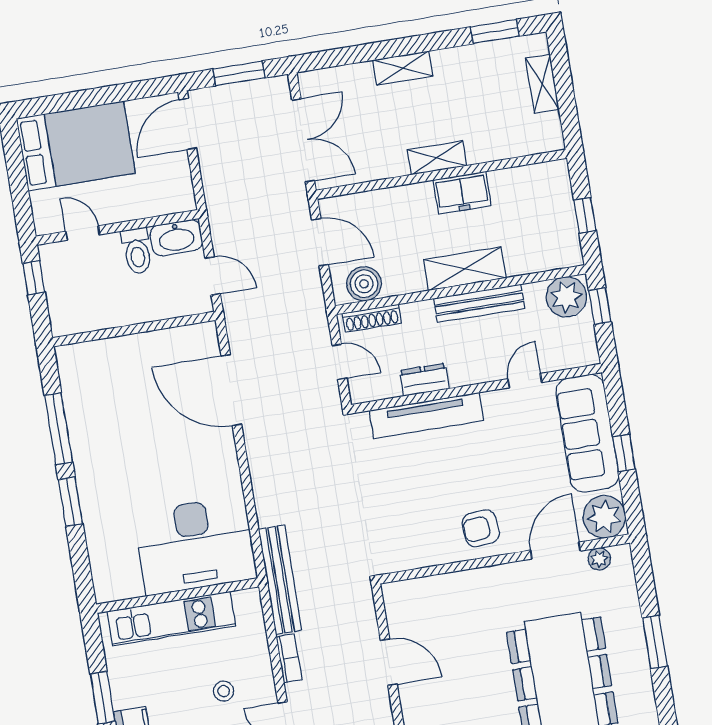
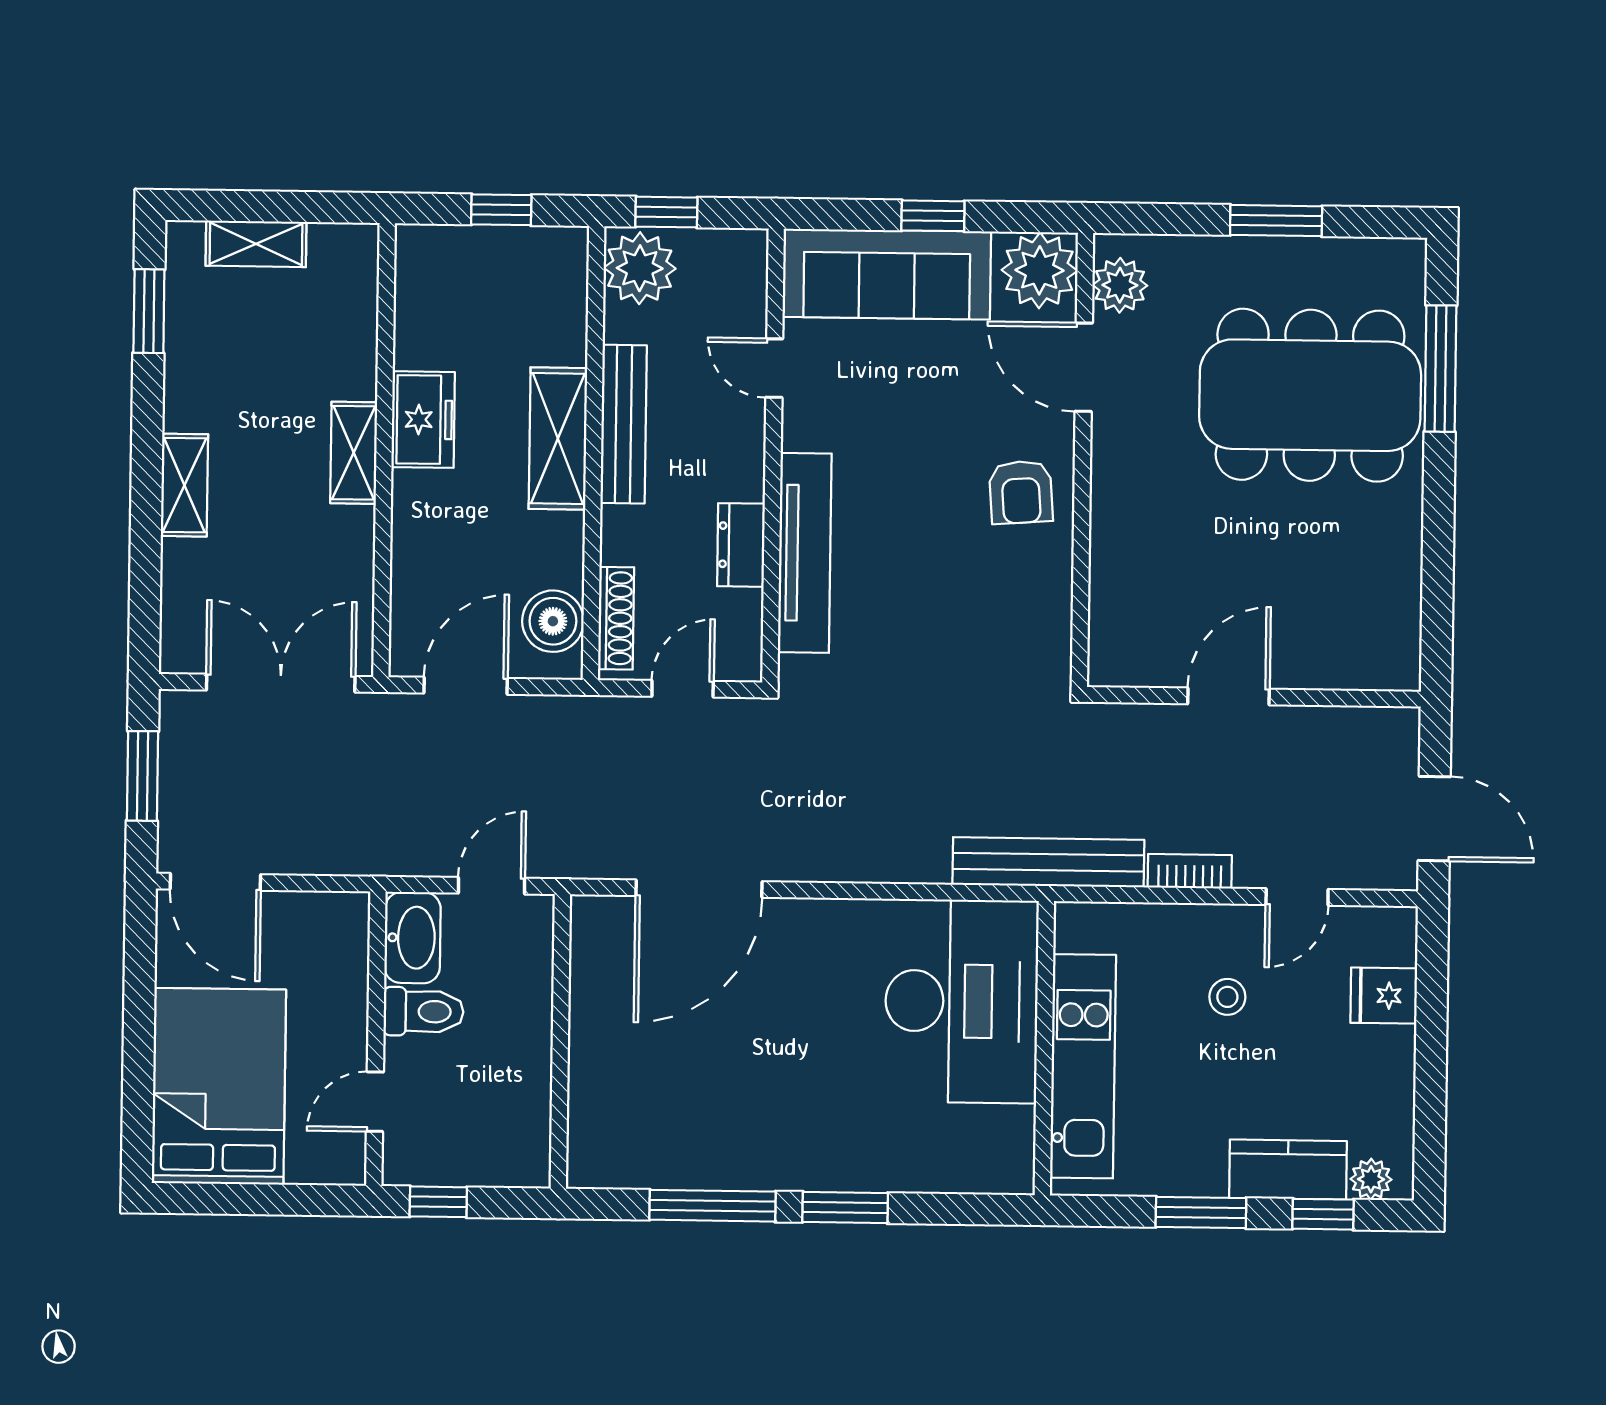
plant: (599, 559) -> (1120, 285), width x1.38, depth x1.38

